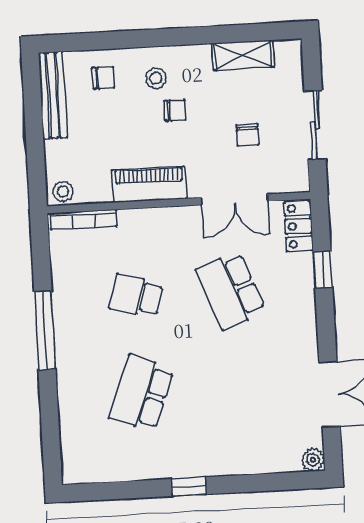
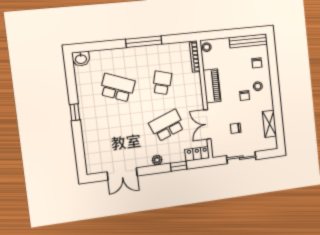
plant: (313, 460) -> (157, 160), moved
washbasin: (76, 467) -> (81, 59), added

